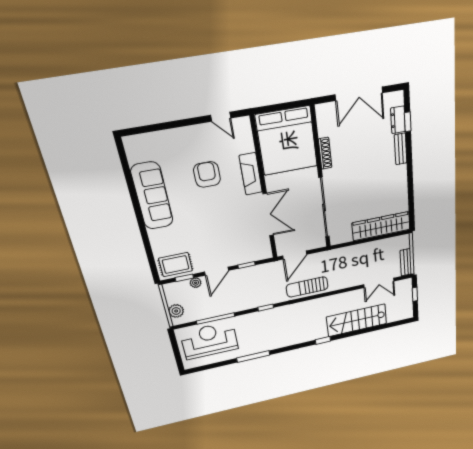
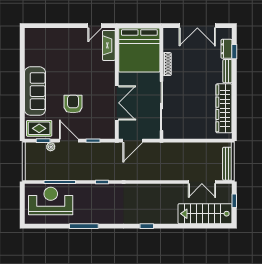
door: (221, 117) -> (95, 26), hinge flipped
armchair: (207, 174) -> (73, 104), moved
fireplace: (251, 174) -> (109, 45), moved
sofa: (152, 196) -> (35, 91), moved
wardrobe: (381, 226) -> (224, 108), moved, turned -90
bench: (406, 262) -> (227, 164), width x1.36
door: (217, 271) -> (69, 141), swing flipped
sun lounger: (307, 287) -> (139, 171), removed
plant: (176, 311) -> (30, 168), removed
stairs: (357, 320) -> (205, 214), moved

